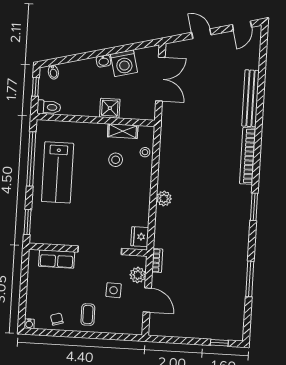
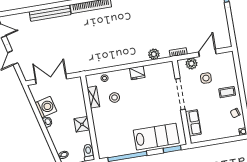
shower: (110, 108) -> (82, 124), moved
lab bench: (58, 172) -> (156, 137), moved
plant: (164, 199) -> (154, 54), moved
fridge: (140, 237) -> (137, 73), moved

